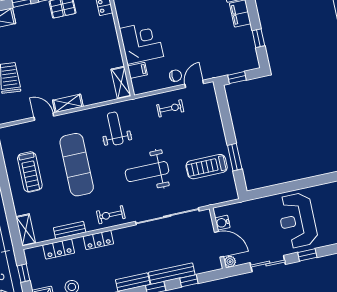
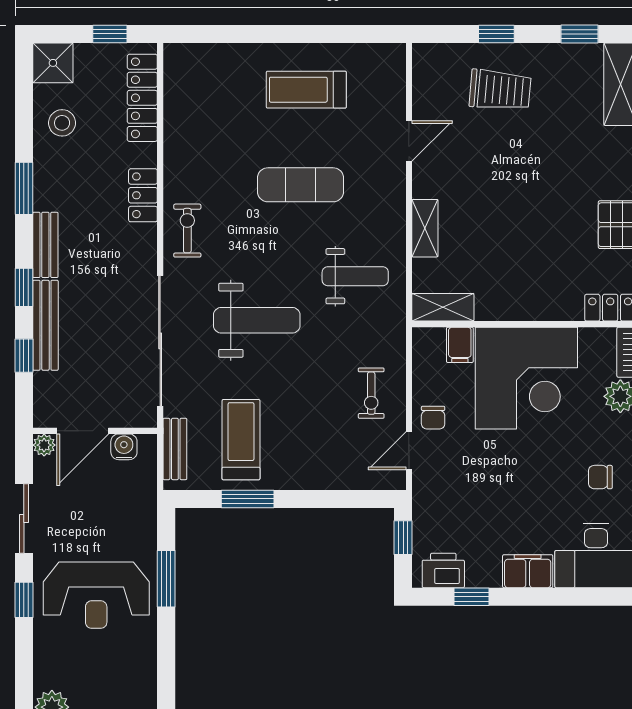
corner desk: (141, 43) -> (526, 378), width x1.36, depth x1.36
printer: (249, 55) -> (443, 570), added
door: (194, 84) -> (409, 451), swing flipped
shelving: (68, 103) -> (425, 228), moved
exercise mat: (77, 165) -> (300, 185), width x0.73, depth x0.69
weight bench: (147, 172) -> (257, 320), turned 90
window: (282, 188) -> (166, 579), added
reception desk: (297, 220) -> (96, 595), turned 180
shelving: (26, 230) -> (194, 57), removed
bench: (70, 230) -> (175, 449), moved
locker: (59, 249) -> (142, 98), width x1.53

